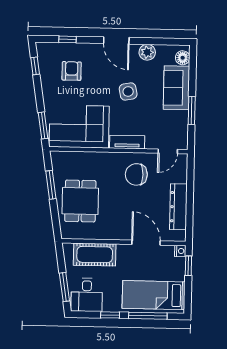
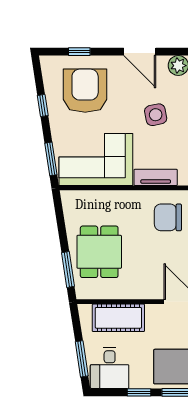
window: (35, 66) -> (43, 106), moved
armchair: (72, 71) -> (85, 91), width x1.88, depth x1.88
window: (51, 185) -> (68, 269), moved

